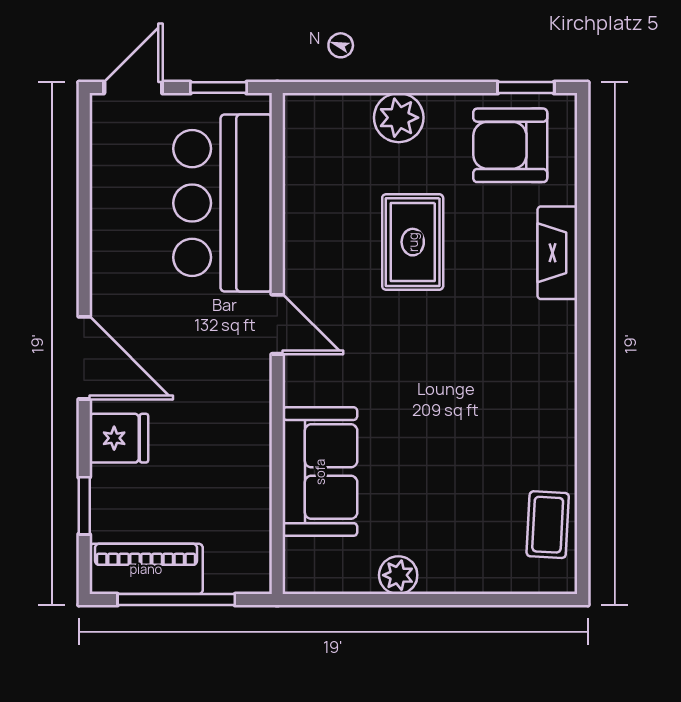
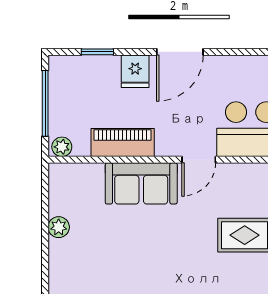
sofa: (320, 472) -> (141, 183), moved
piano: (146, 569) -> (123, 143), moved, turned -90
plant: (254, 569) -> (62, 147), added

